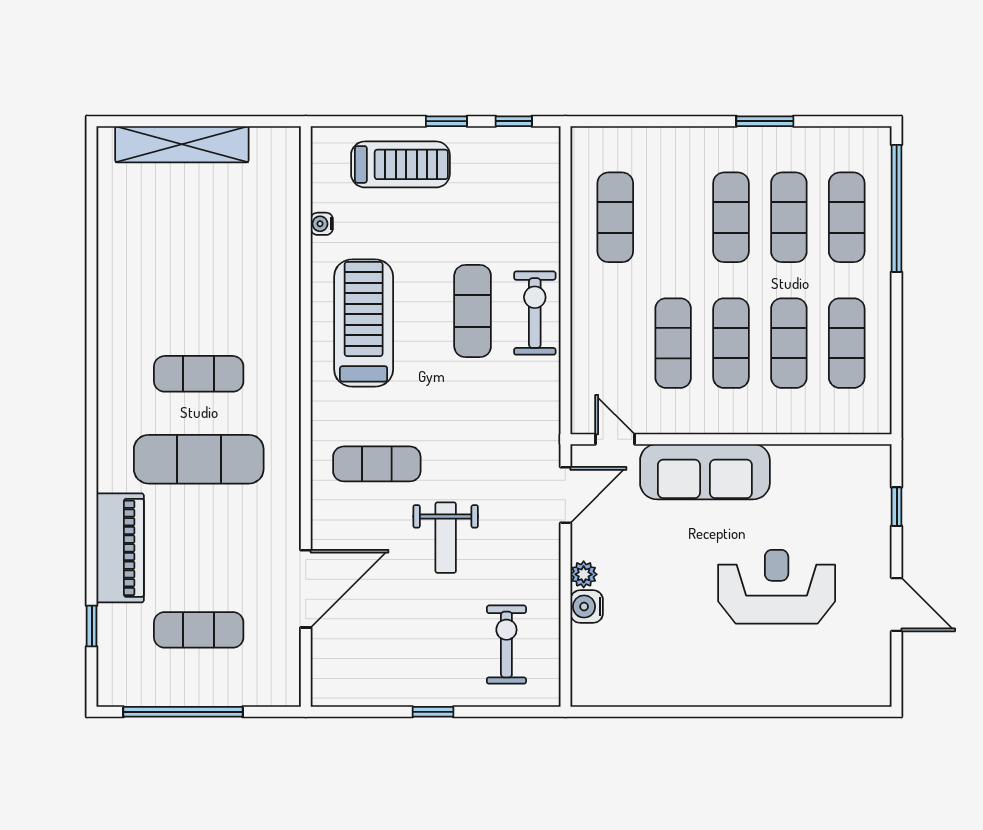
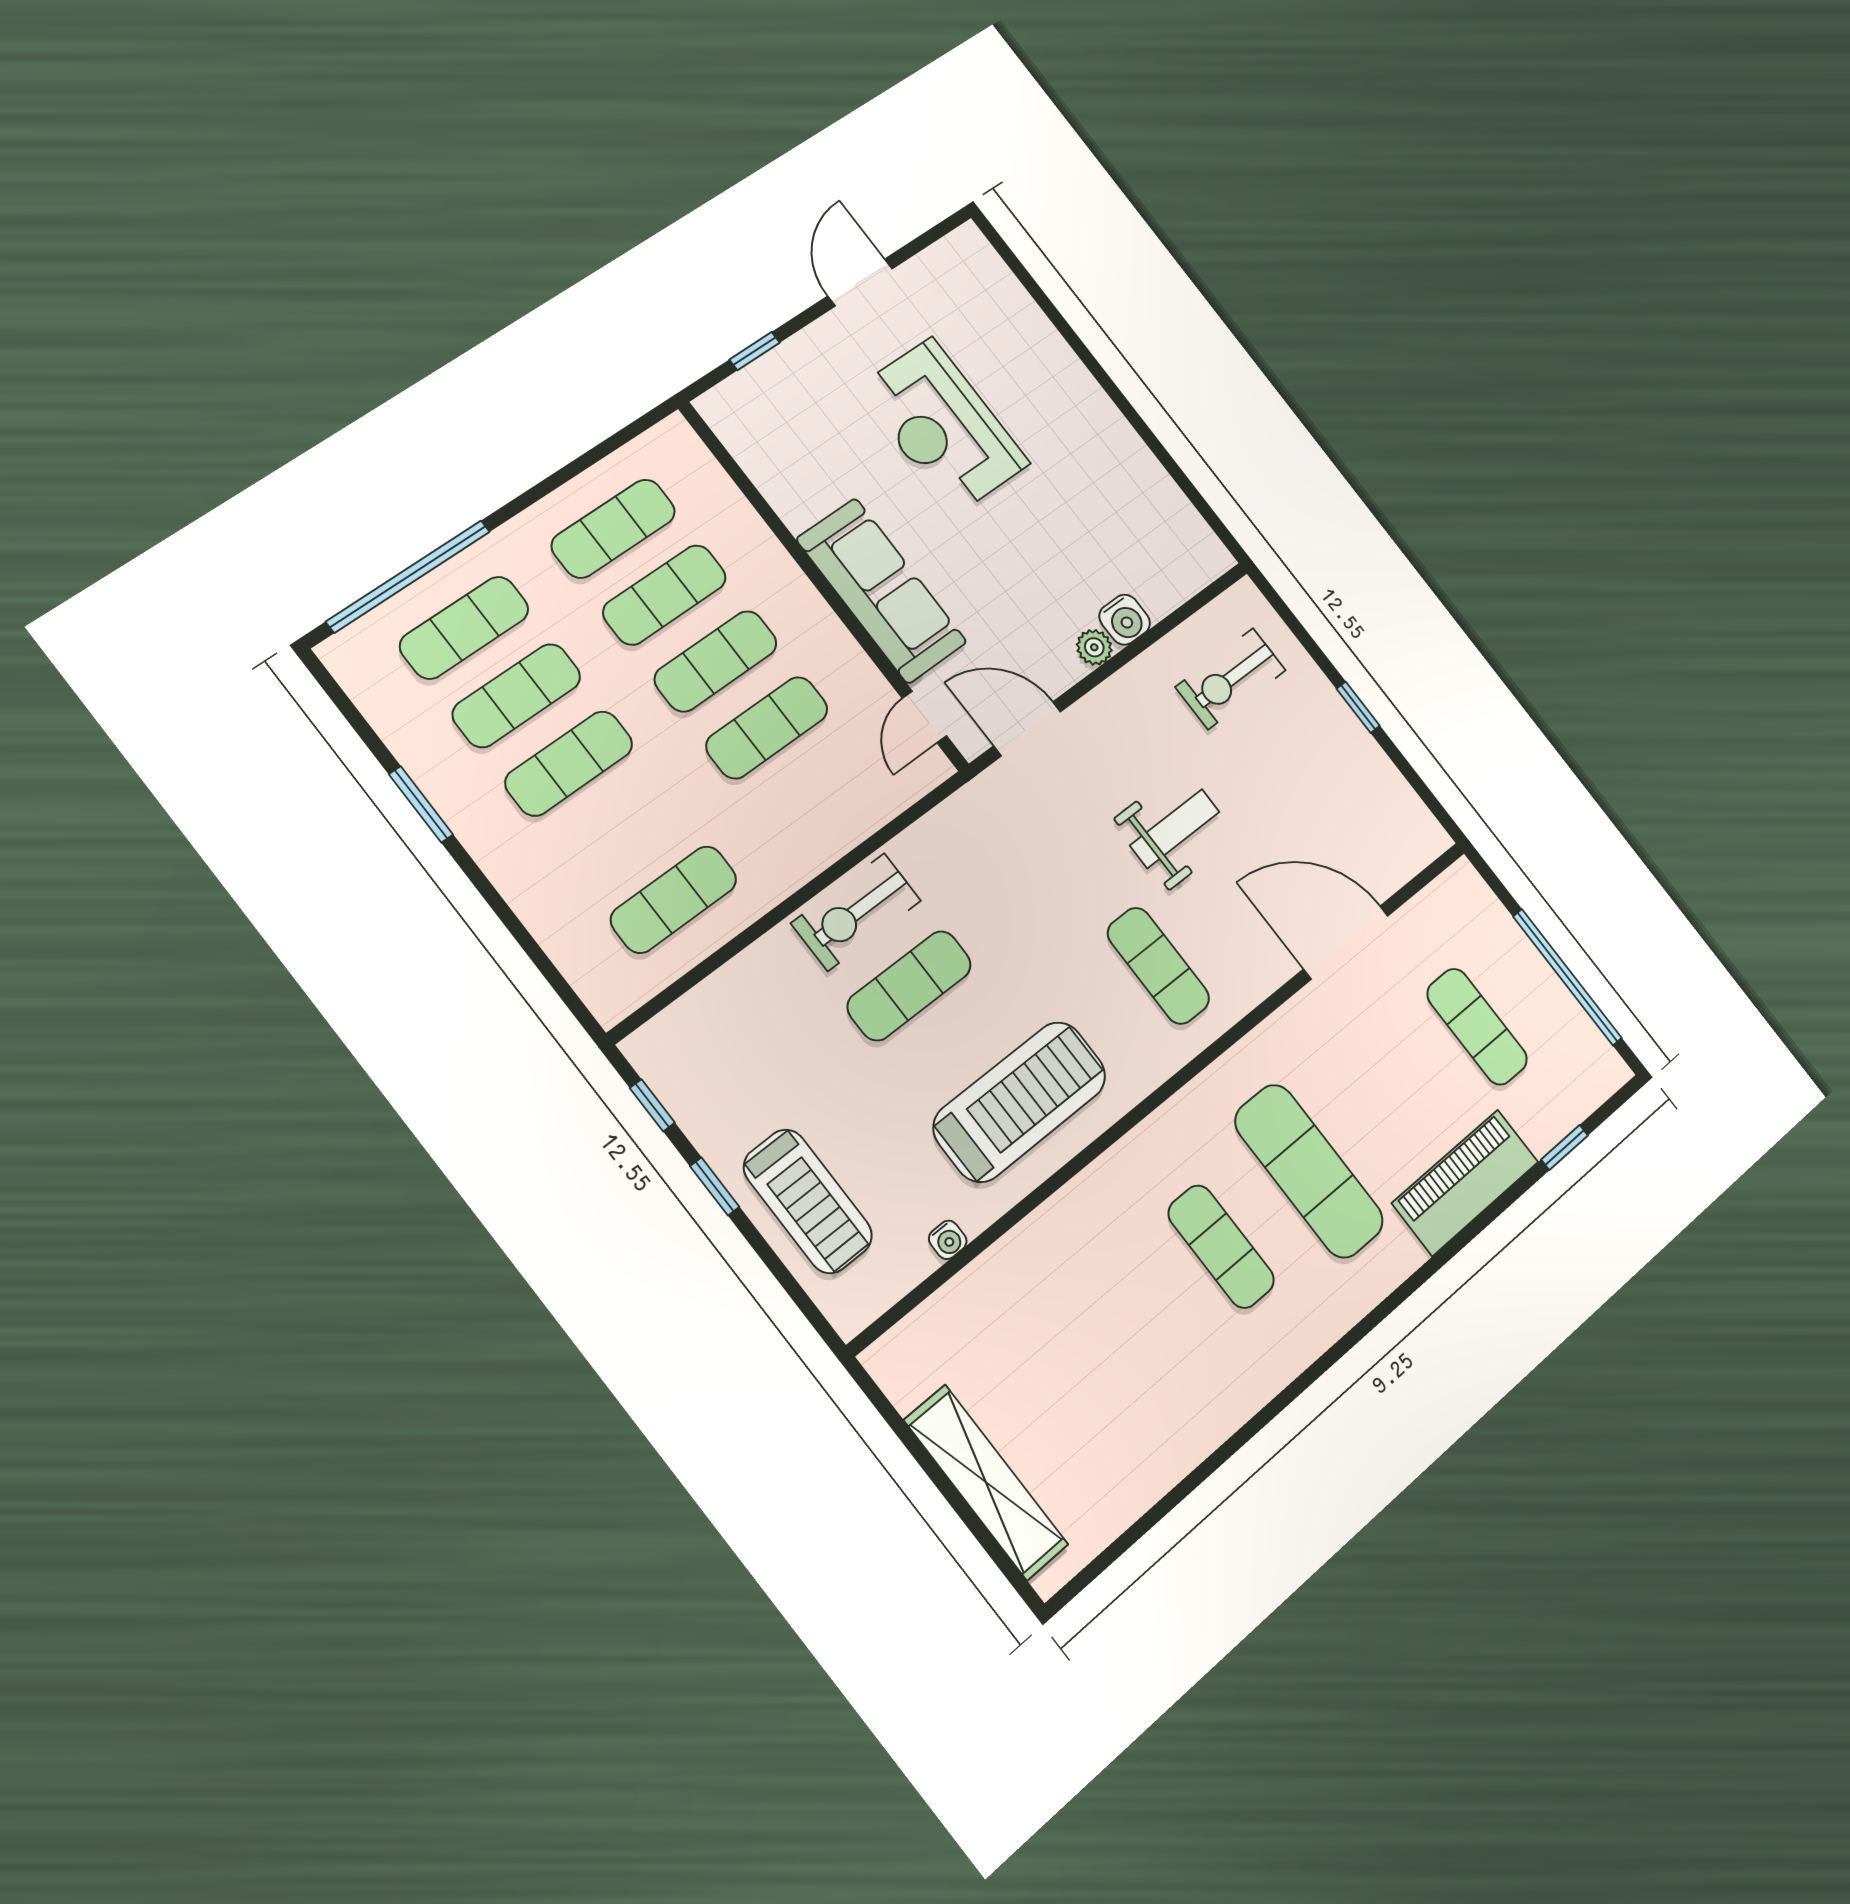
treadmill: (400, 164) -> (808, 1201), turned 180
treadmill: (364, 323) -> (1020, 1102), turned 180

